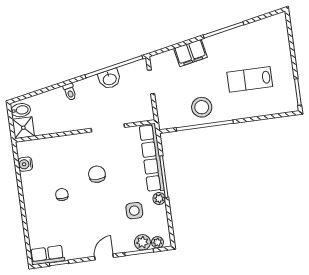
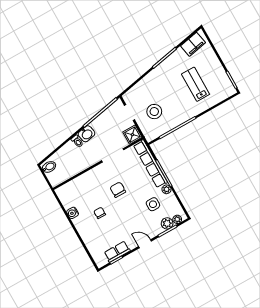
filing cabinet: (191, 53) -> (193, 44), moved
washbasin: (110, 79) -> (87, 134), moved
lab bench: (250, 79) -> (196, 84), turned 90
stool: (202, 107) -> (154, 112), moved
shower: (23, 128) -> (132, 135), moved
water cooler: (25, 164) -> (73, 213), moved
row of seats: (47, 255) -> (117, 252), moved
door: (104, 257) -> (145, 244), hinge flipped

